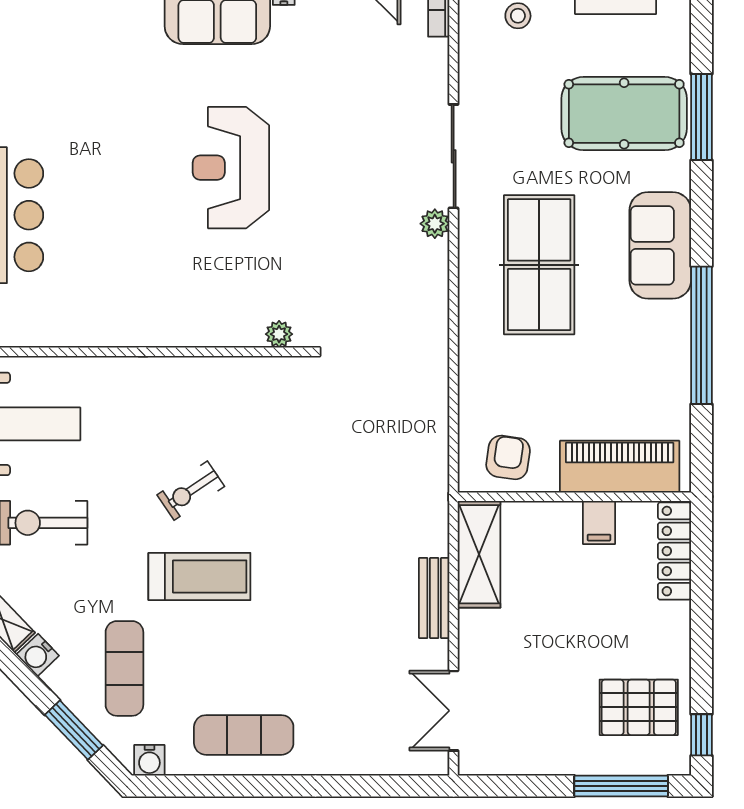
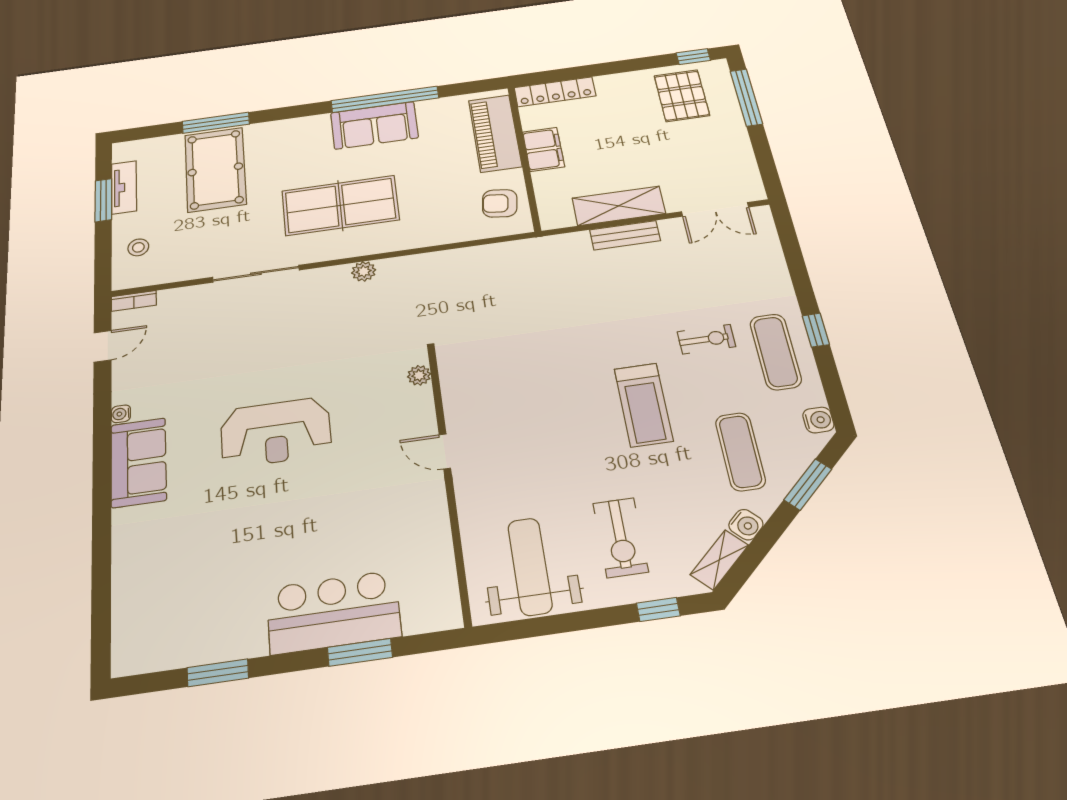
plant: (435, 224) -> (364, 271), moved
sofa: (660, 245) -> (374, 125), moved
door: (176, 352) -> (445, 451), added
exercise bike: (191, 491) -> (706, 339), moved, turned -56
filing cabinet: (599, 522) -> (543, 149), width x2.00
shelving: (479, 554) -> (619, 206), moved
treadmill: (199, 576) -> (644, 405), turned 180
exercise mat: (124, 668) -> (740, 452), turned 90
window: (265, 786) -> (816, 330), added

